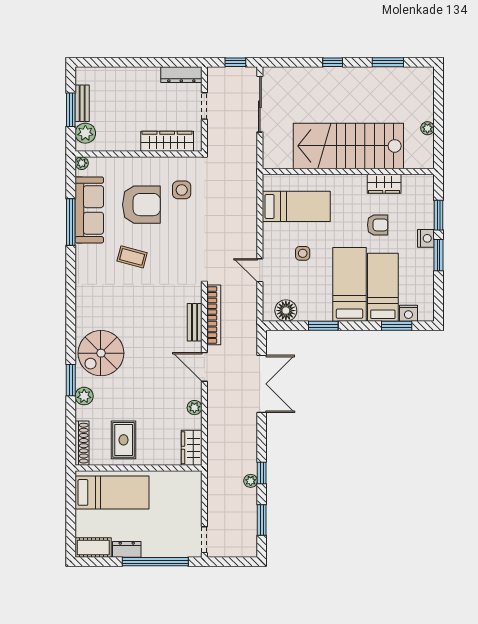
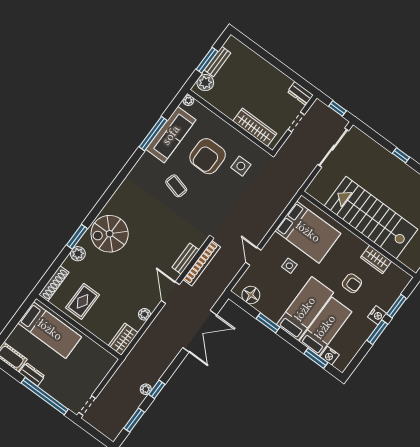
dresser: (181, 75) -> (300, 93), width x0.70
armchair: (141, 205) -> (208, 156), turned 90
bed: (296, 206) -> (308, 232), width x1.50

